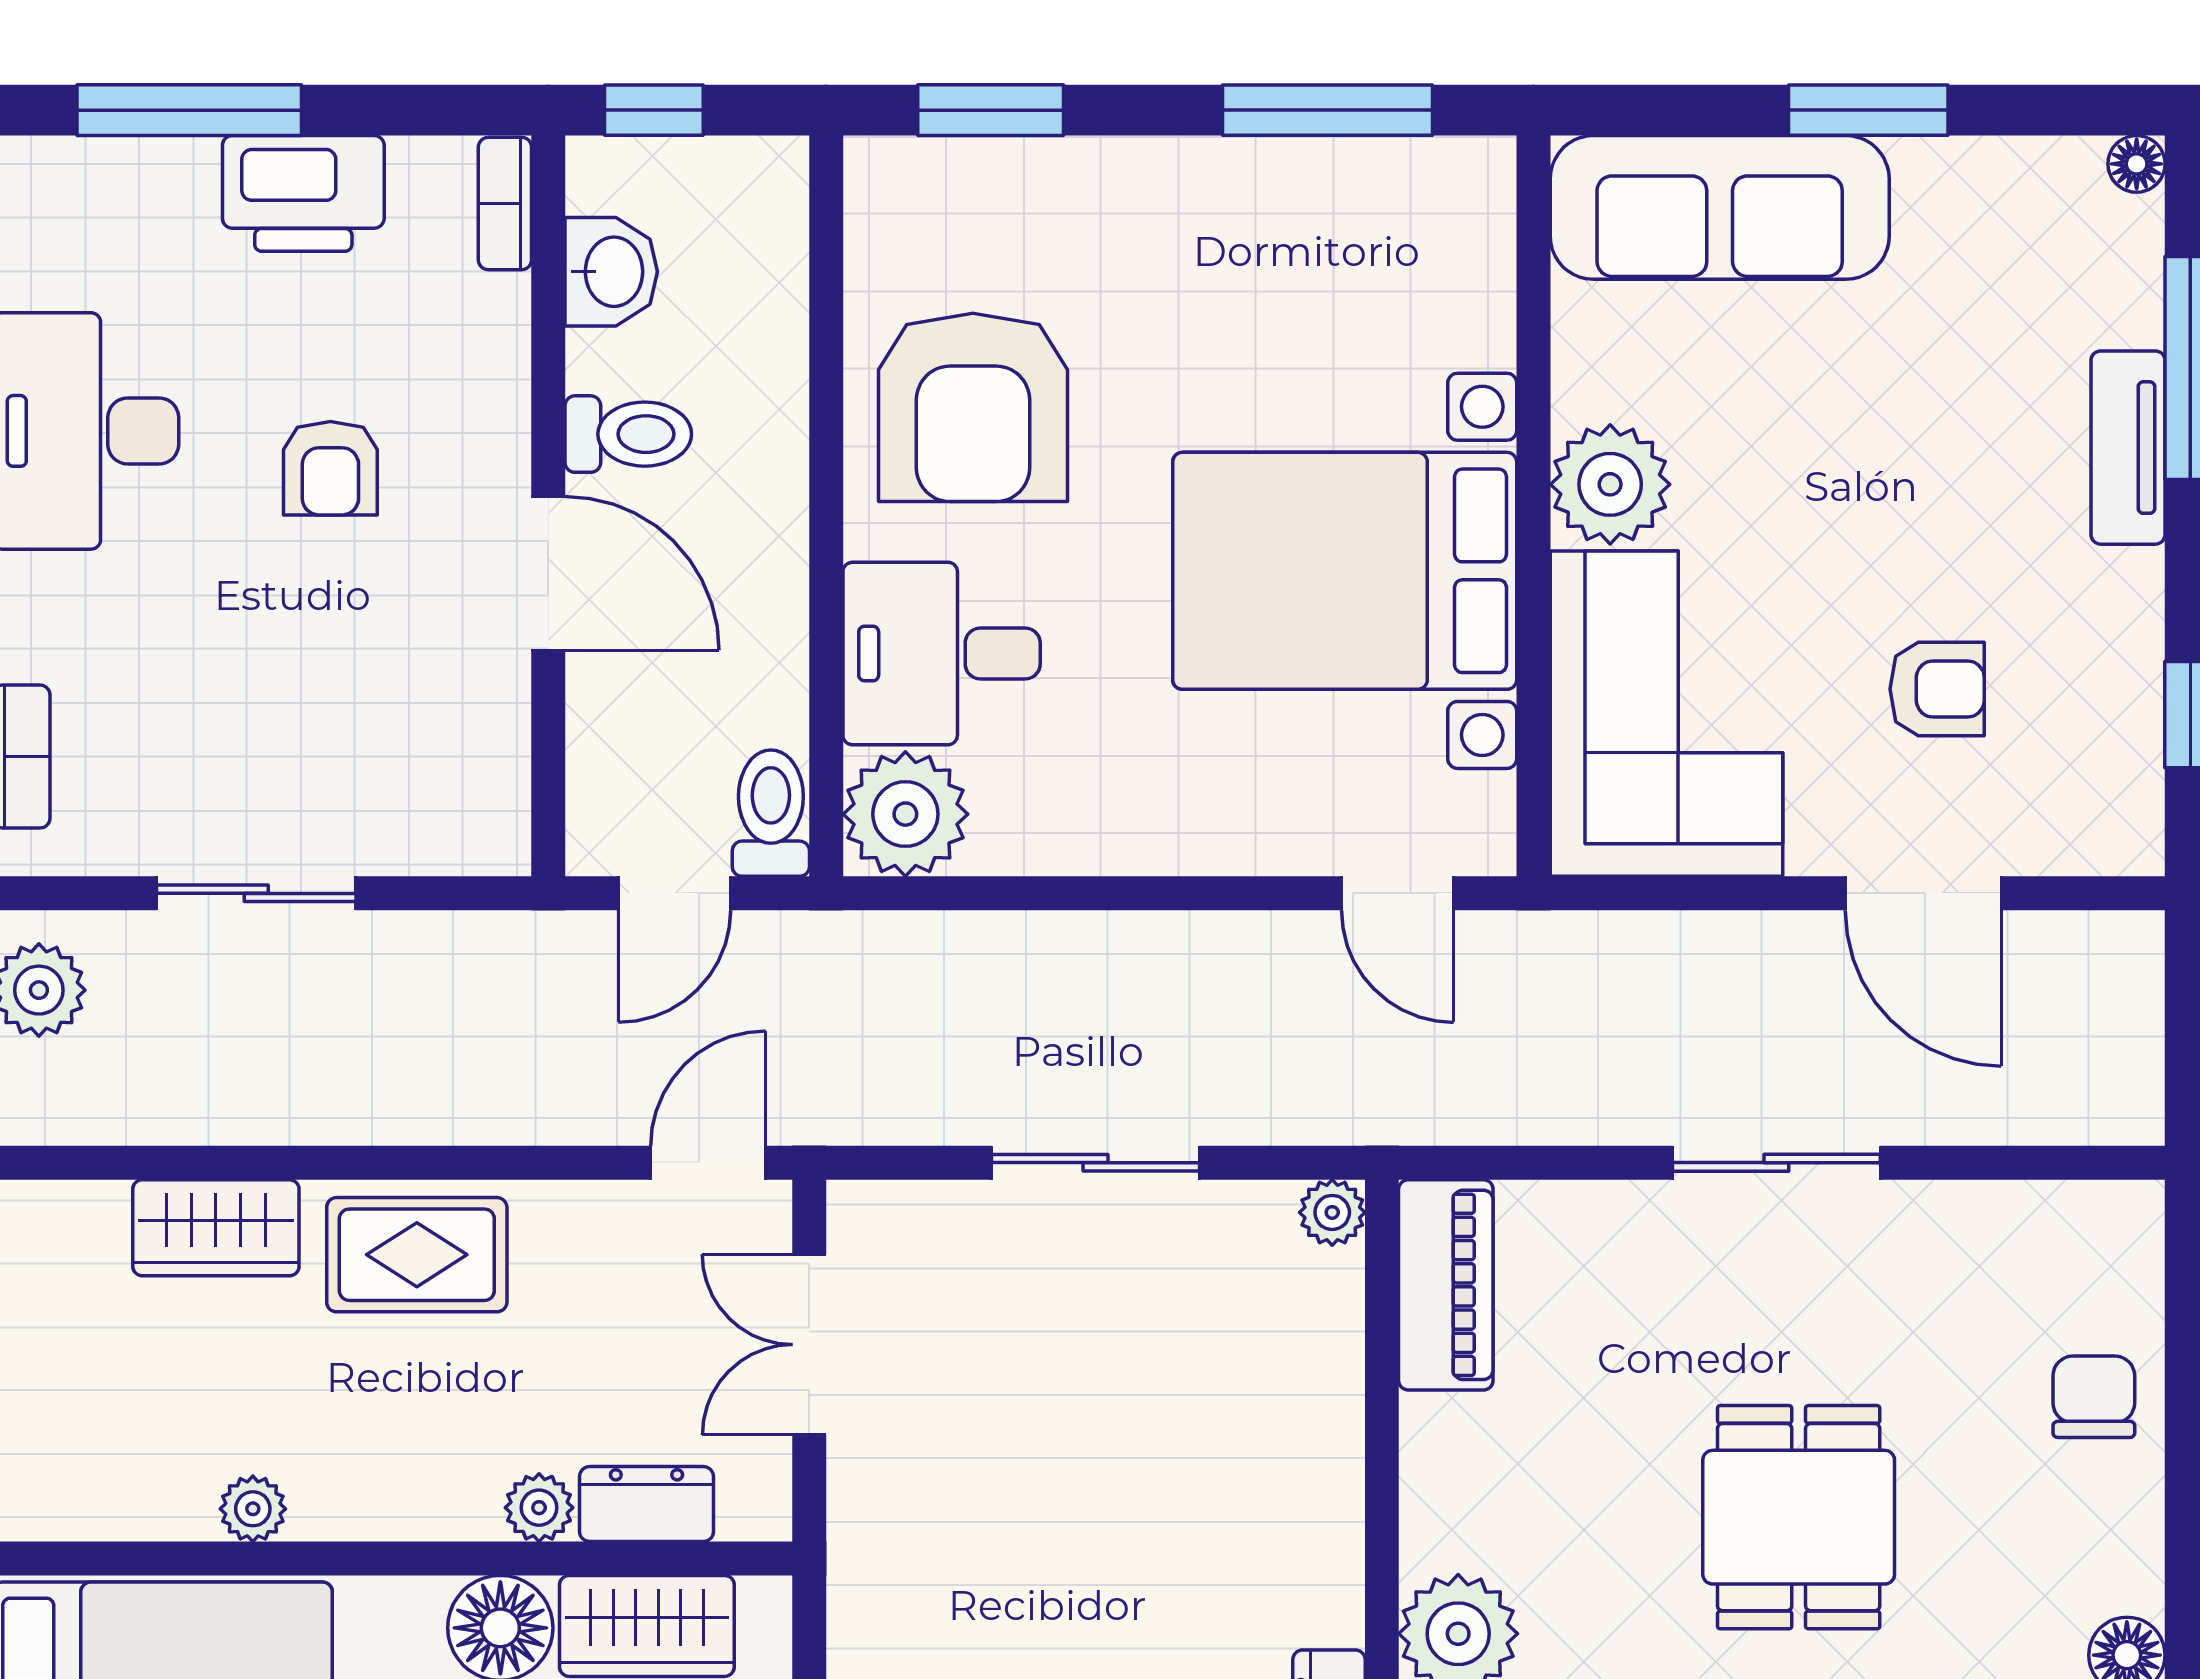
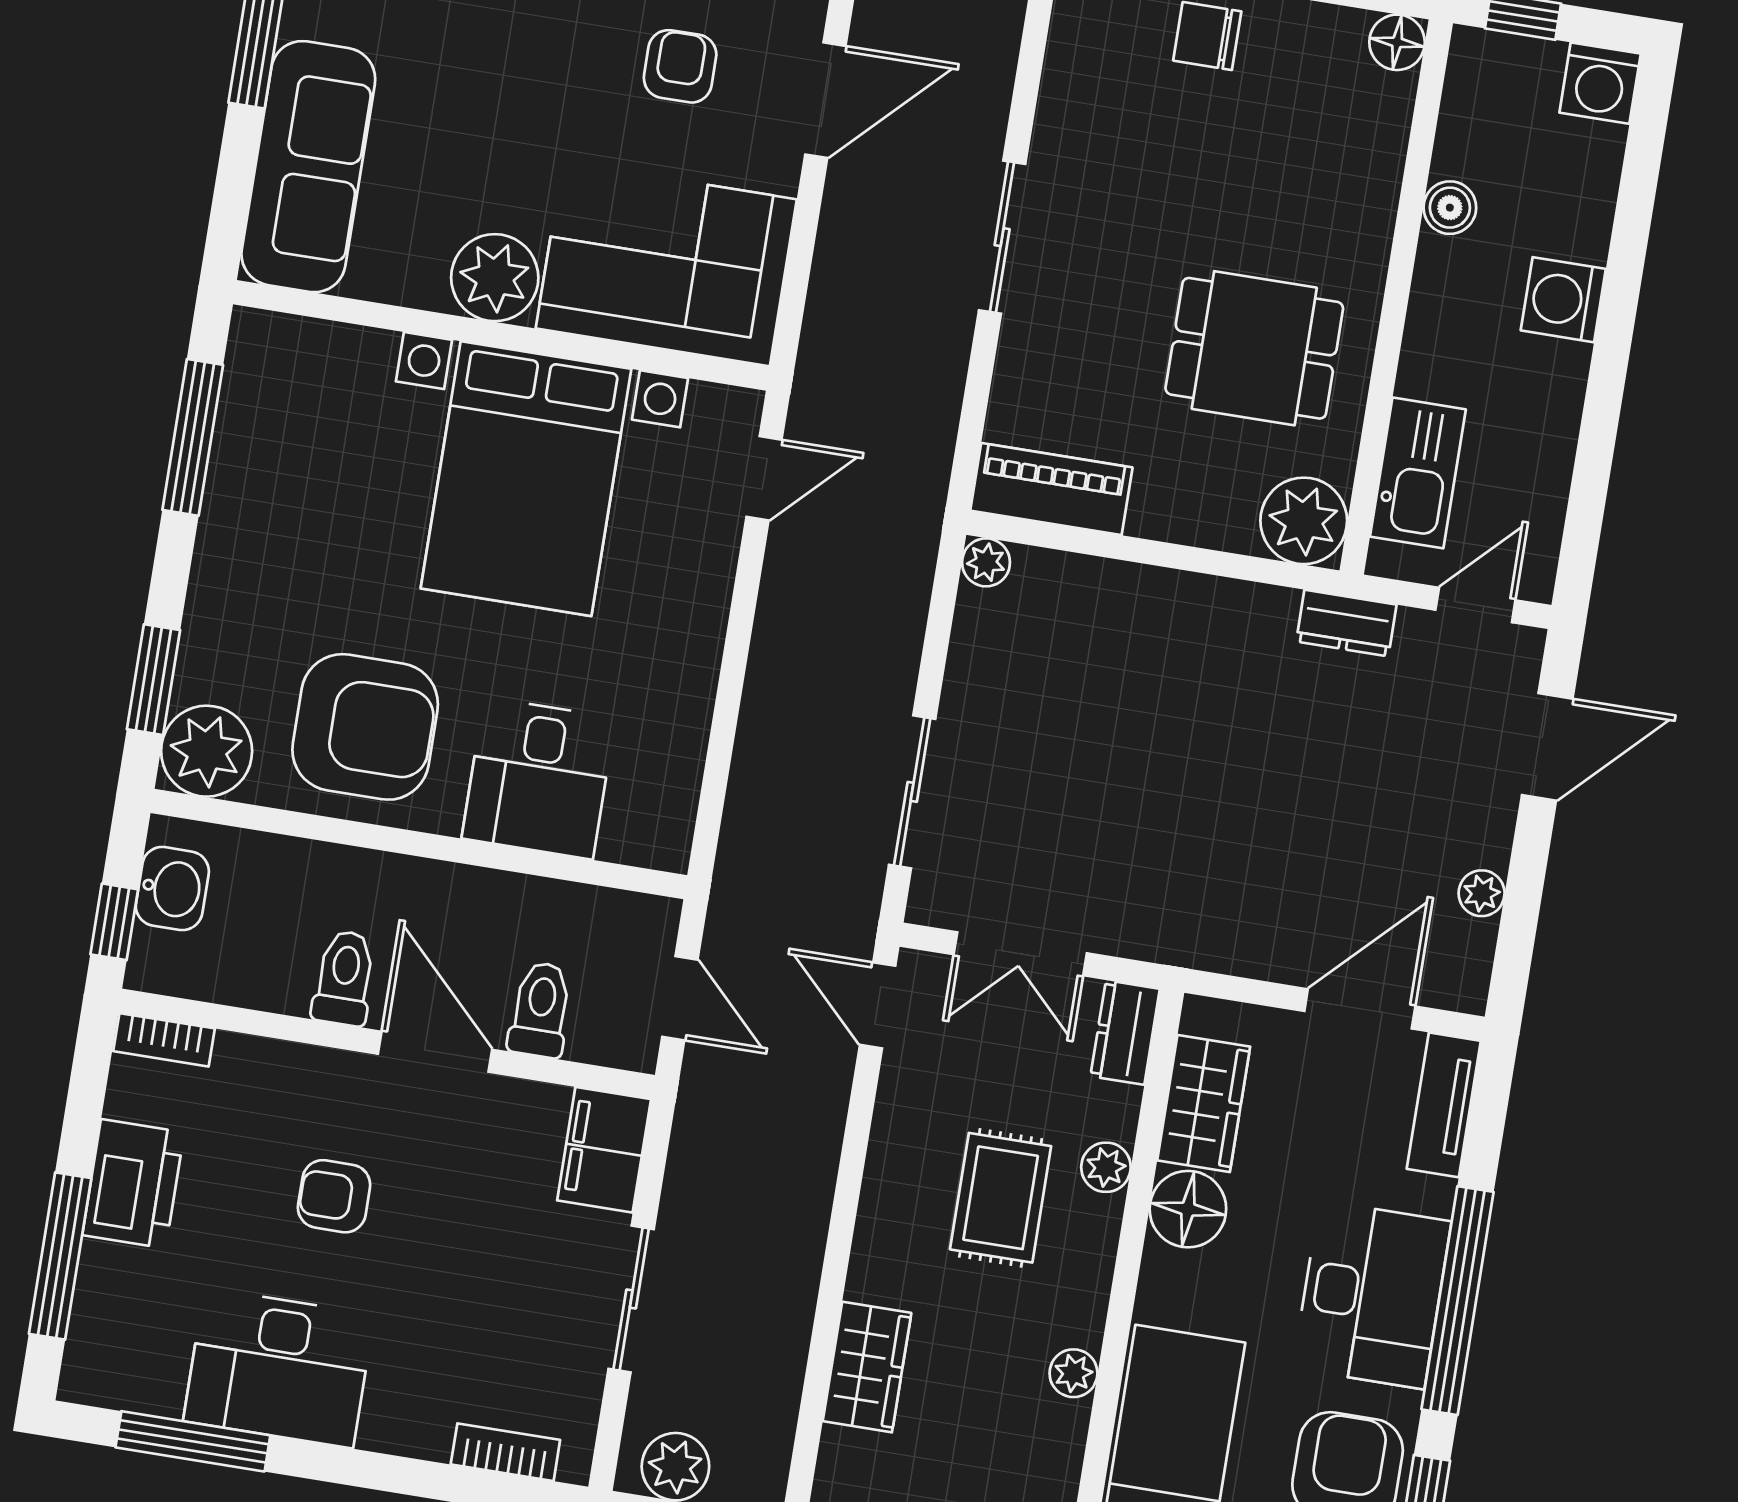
washbasin: (611, 272) -> (172, 889), moved, turned 90
armchair: (330, 468) -> (334, 1196), turned 180
door: (548, 573) -> (435, 1052), hinge flipped
toilet: (771, 813) -> (540, 1010), moved, turned 90
plant: (905, 814) -> (207, 751), moved
filing cabinet: (453, 824) -> (604, 1150), added
sliding door: (1095, 1163) -> (912, 792), moved
rug: (417, 1255) -> (1001, 1198), moved
dresser: (647, 1504) -> (1125, 1033), moved
dining table: (1799, 1517) -> (1254, 348), moved

